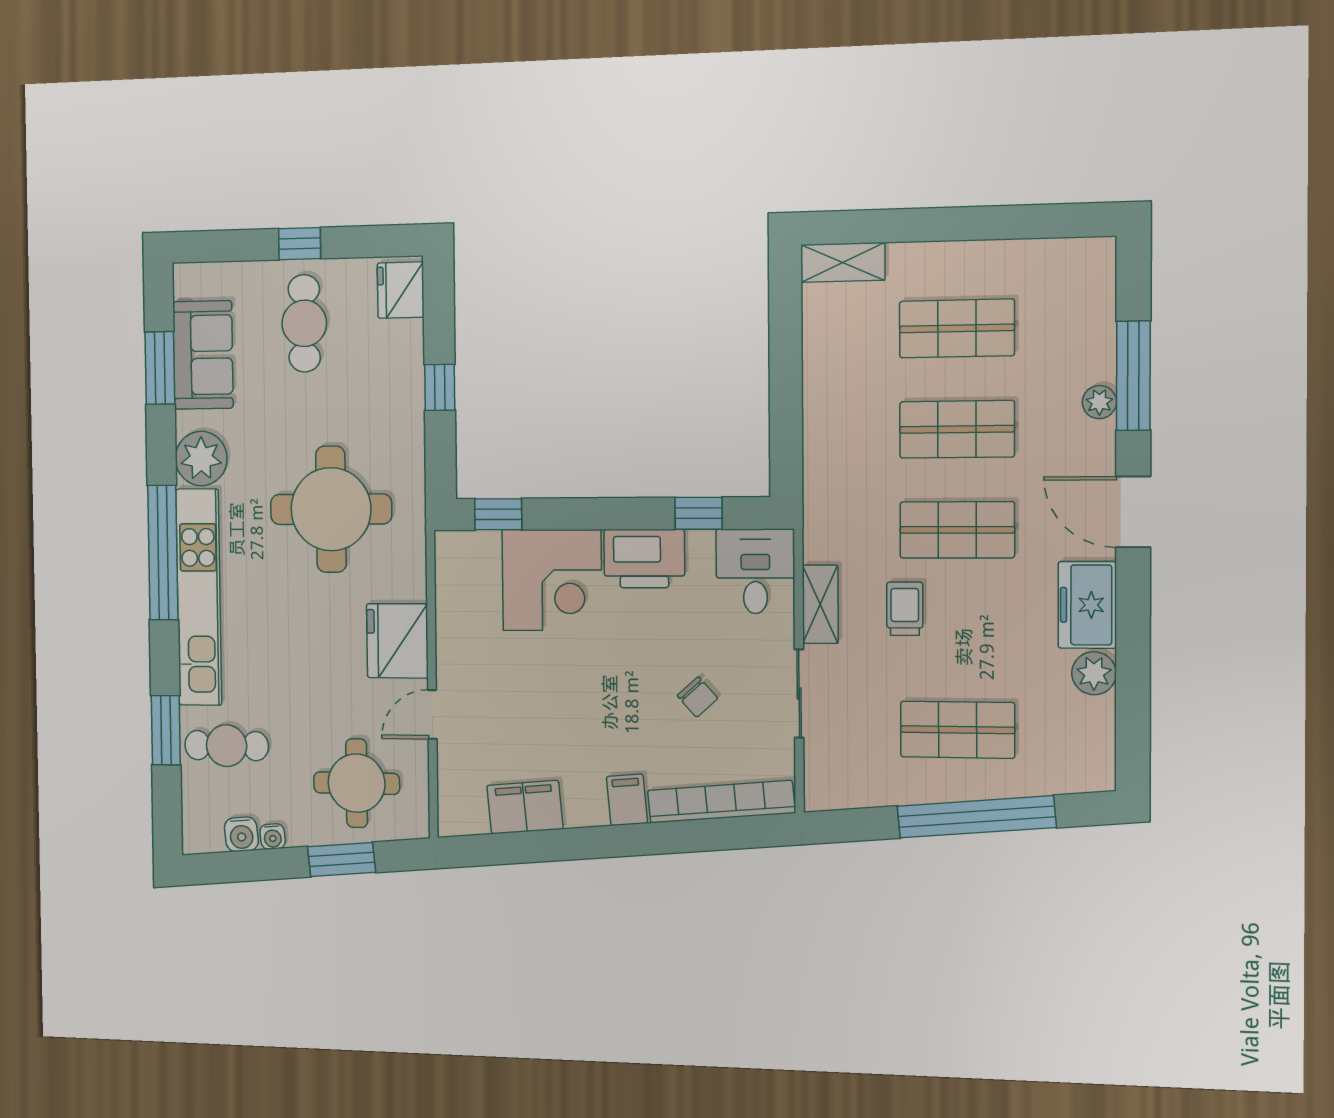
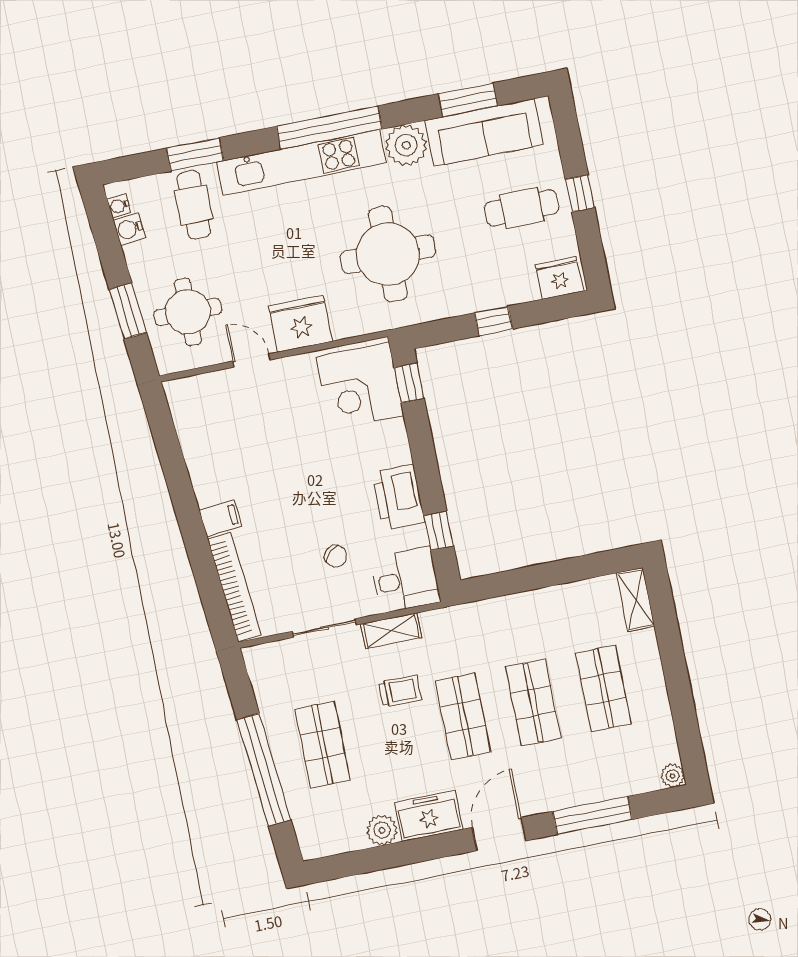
sofa: (203, 355) -> (484, 133), width x1.36
plant: (1099, 402) -> (673, 776), moved
corner desk: (552, 580) -> (360, 386), moved
chair: (697, 697) -> (336, 556), moved, turned -91
filing cabinet: (525, 807) -> (198, 443), removed
water cooler: (273, 837) -> (119, 206), moved

